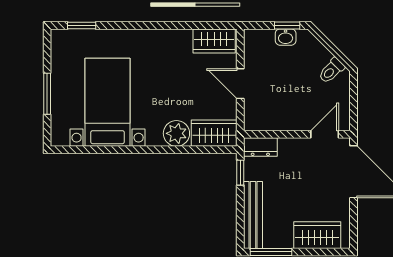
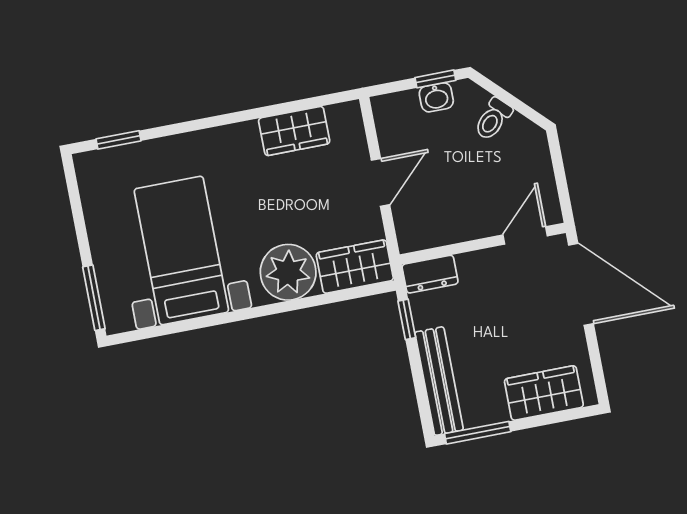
wardrobe: (214, 41) -> (294, 131), moved
toilet: (331, 71) -> (493, 119), moved
door: (240, 84) -> (380, 182), swing flipped
window: (47, 94) -> (94, 298), moved
plant: (176, 133) -> (288, 272), width x1.36, depth x1.36

